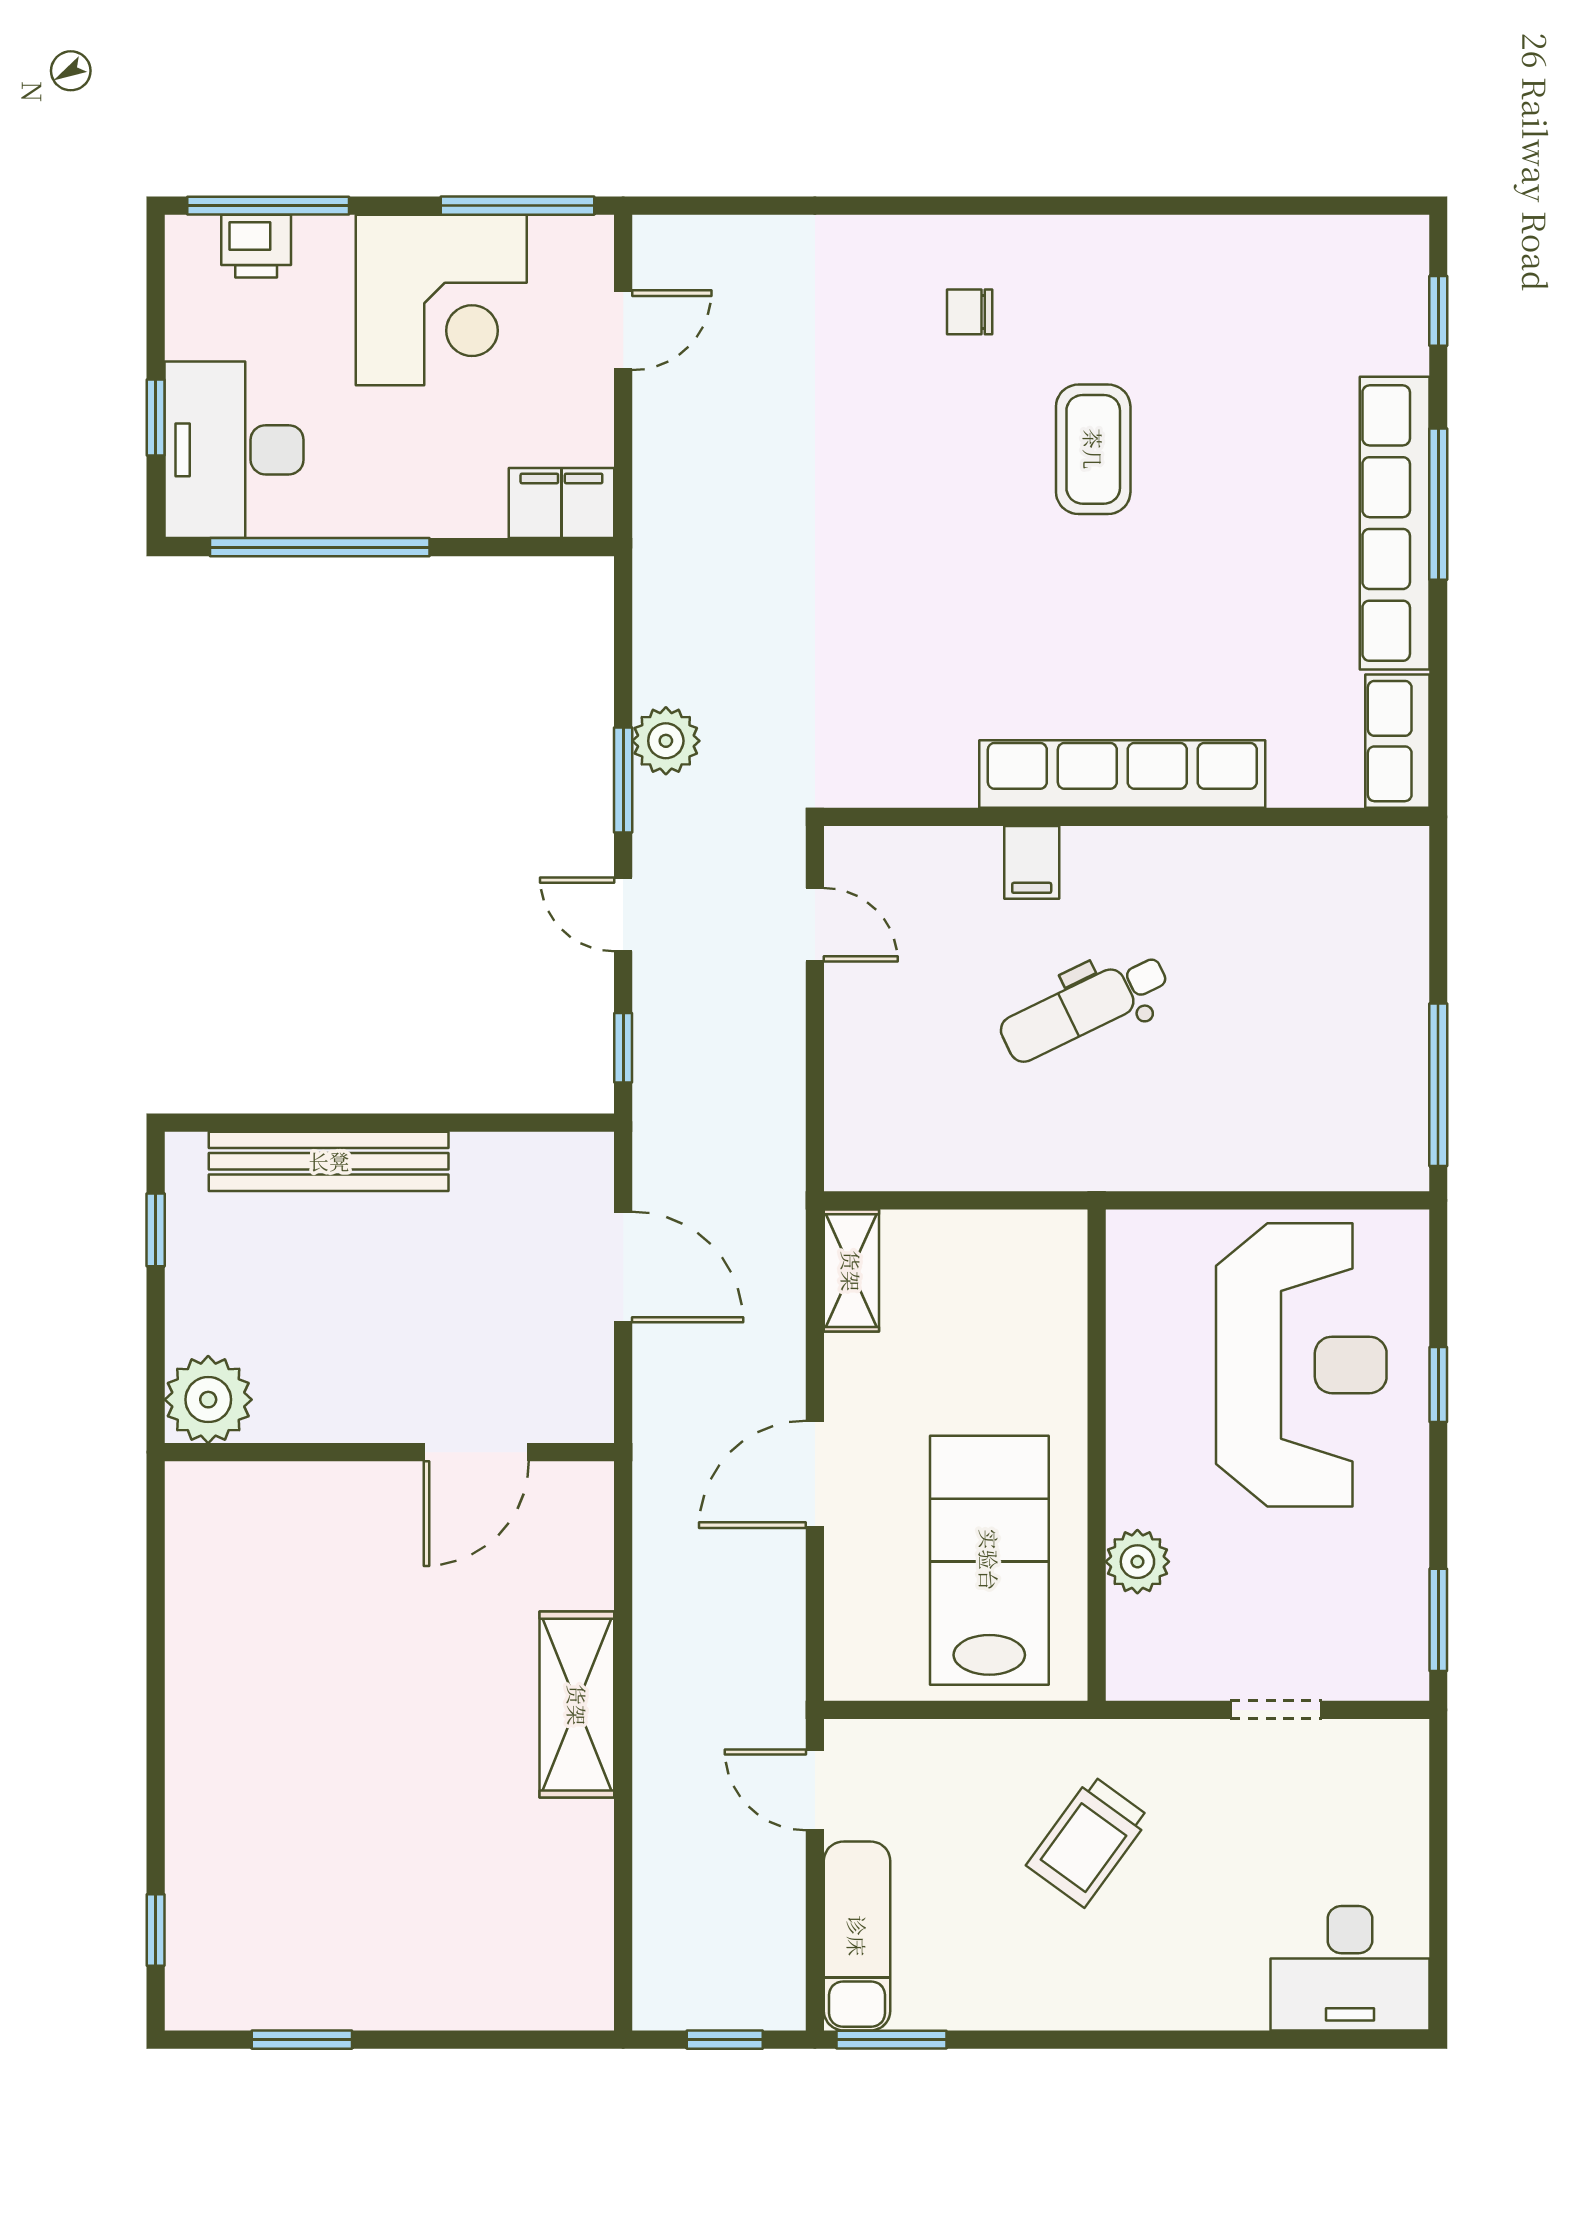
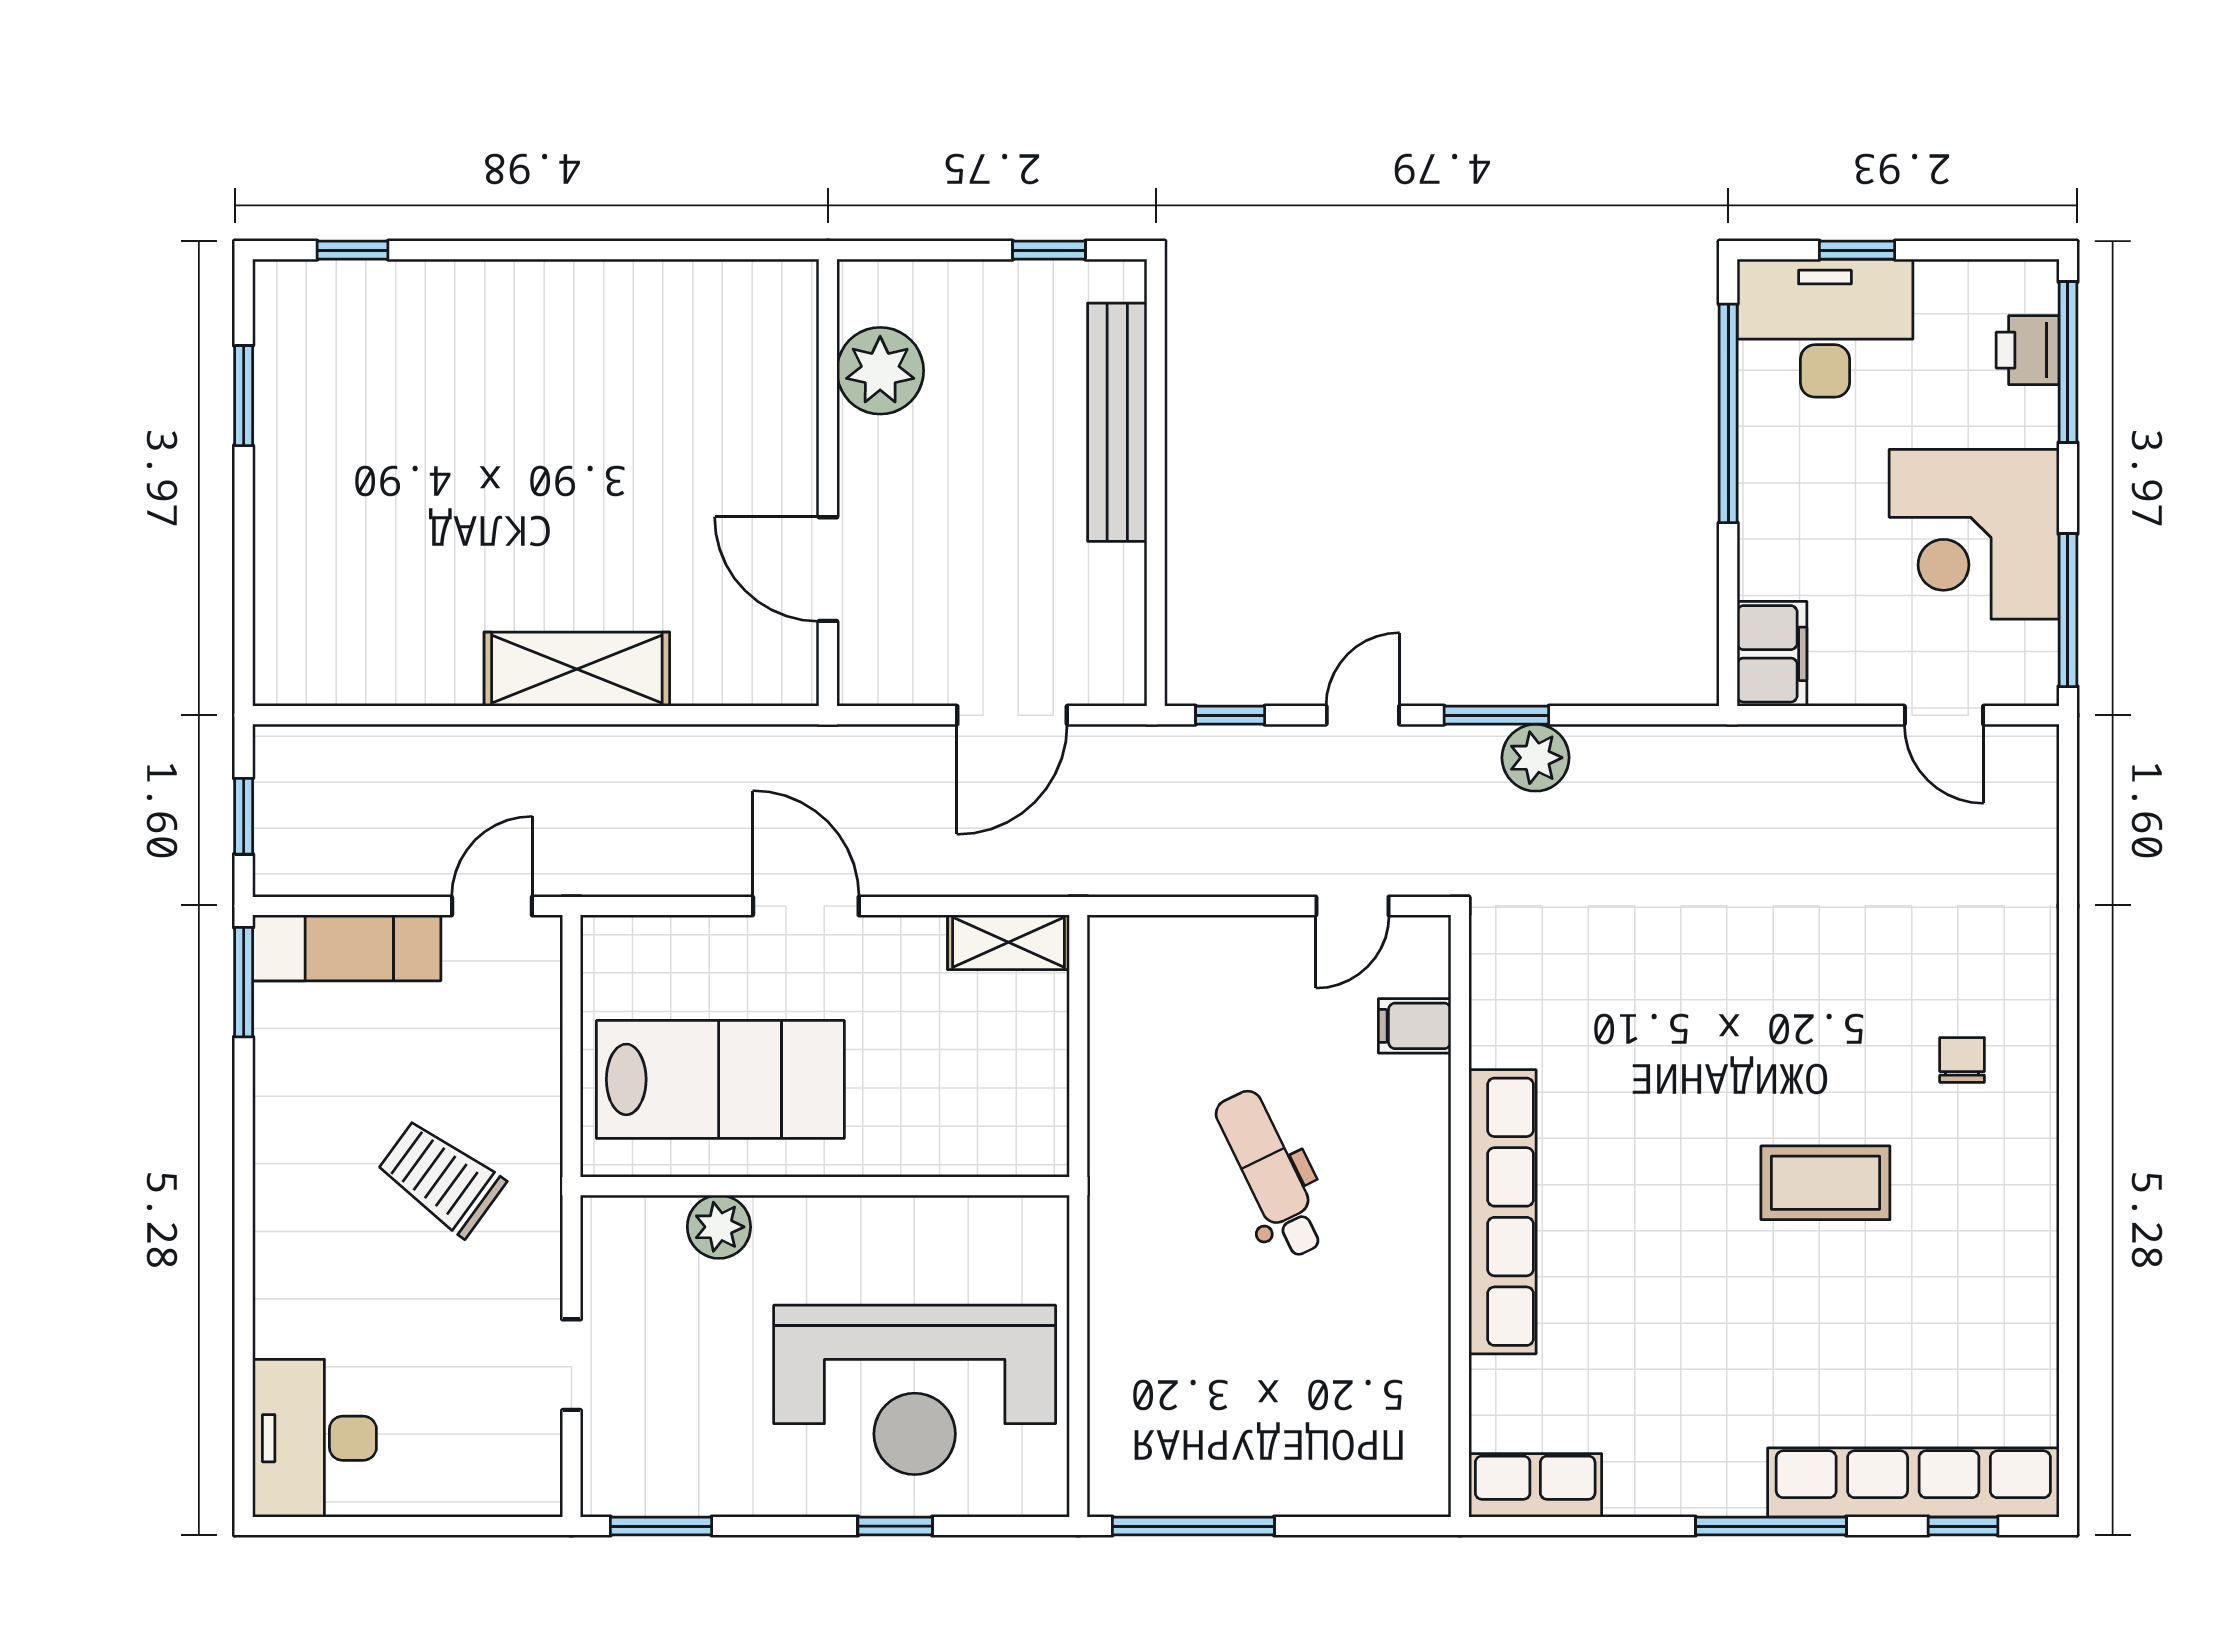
row of seats: (1395, 523) -> (1913, 1483), moved
filing cabinet: (1032, 862) -> (1415, 1026), moved
plant: (208, 1400) -> (880, 371), moved

